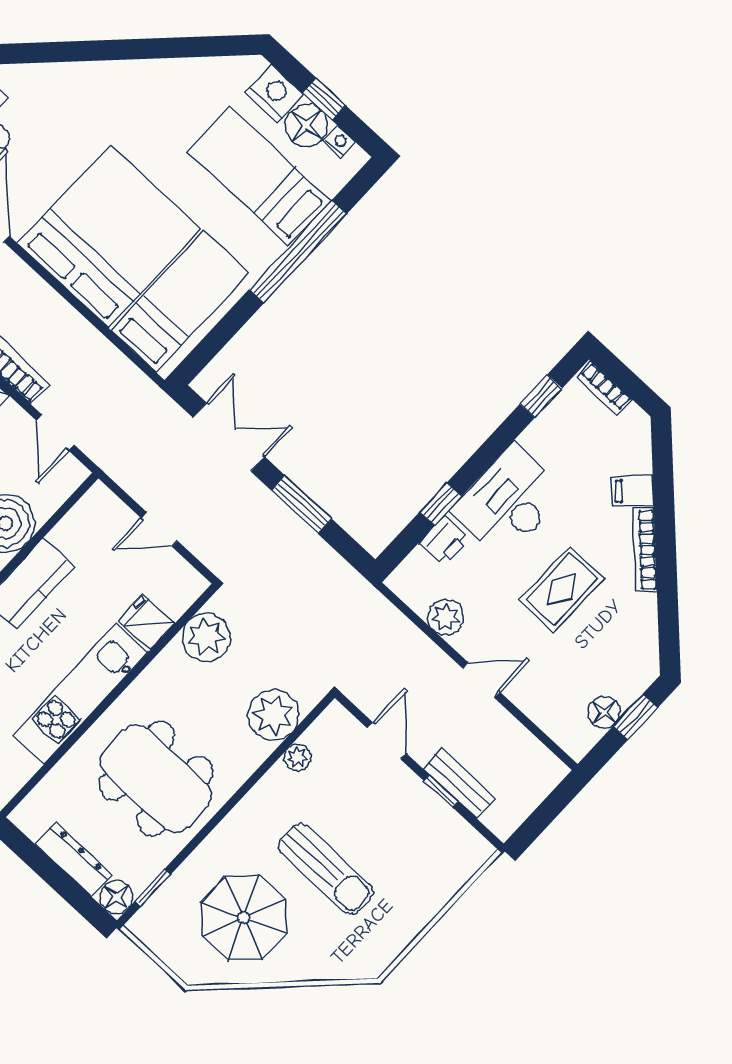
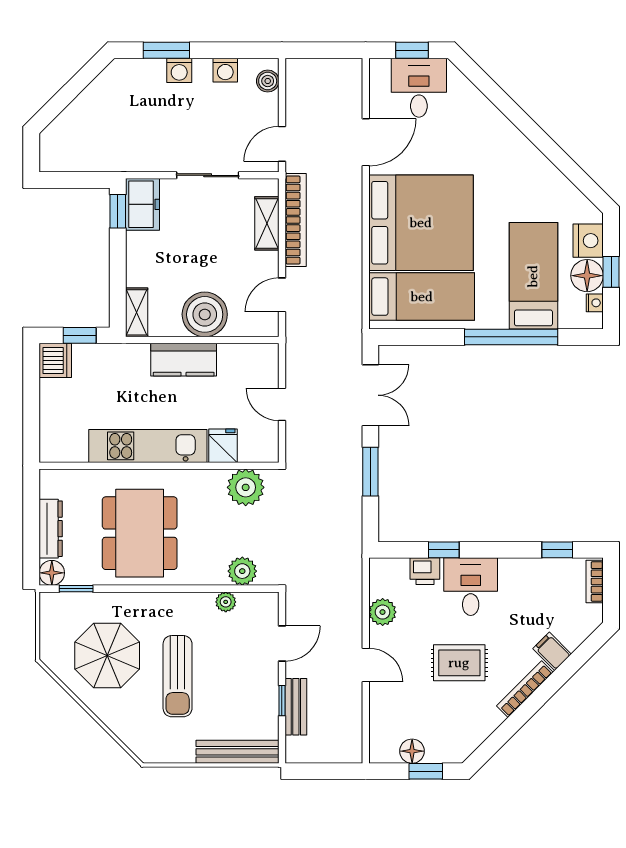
desk: (508, 501) -> (471, 587), width x0.73
plant: (273, 715) -> (242, 571), width x0.73, depth x0.73
bench: (450, 879) -> (237, 752), added

